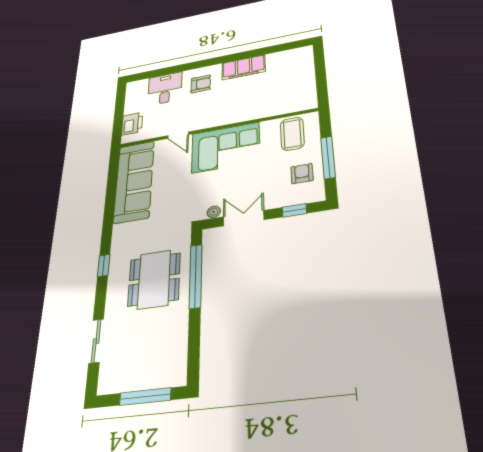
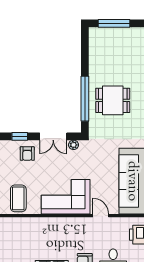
armchair: (302, 174) -> (27, 154), moved
dining table: (154, 279) -> (113, 100), width x0.73

